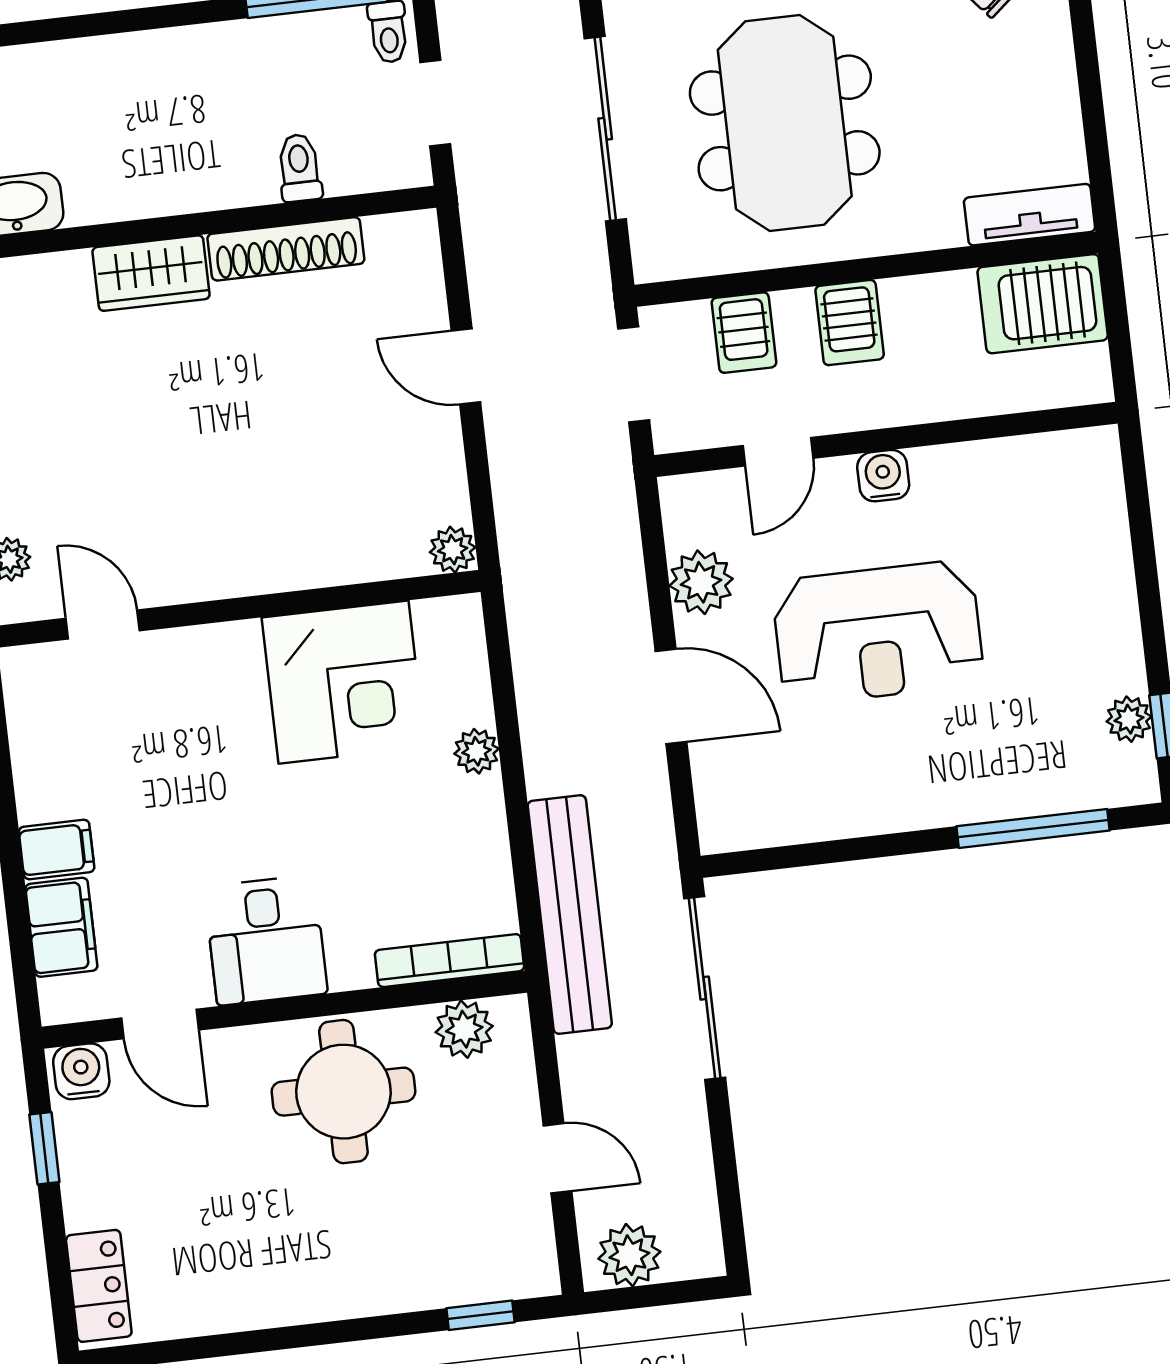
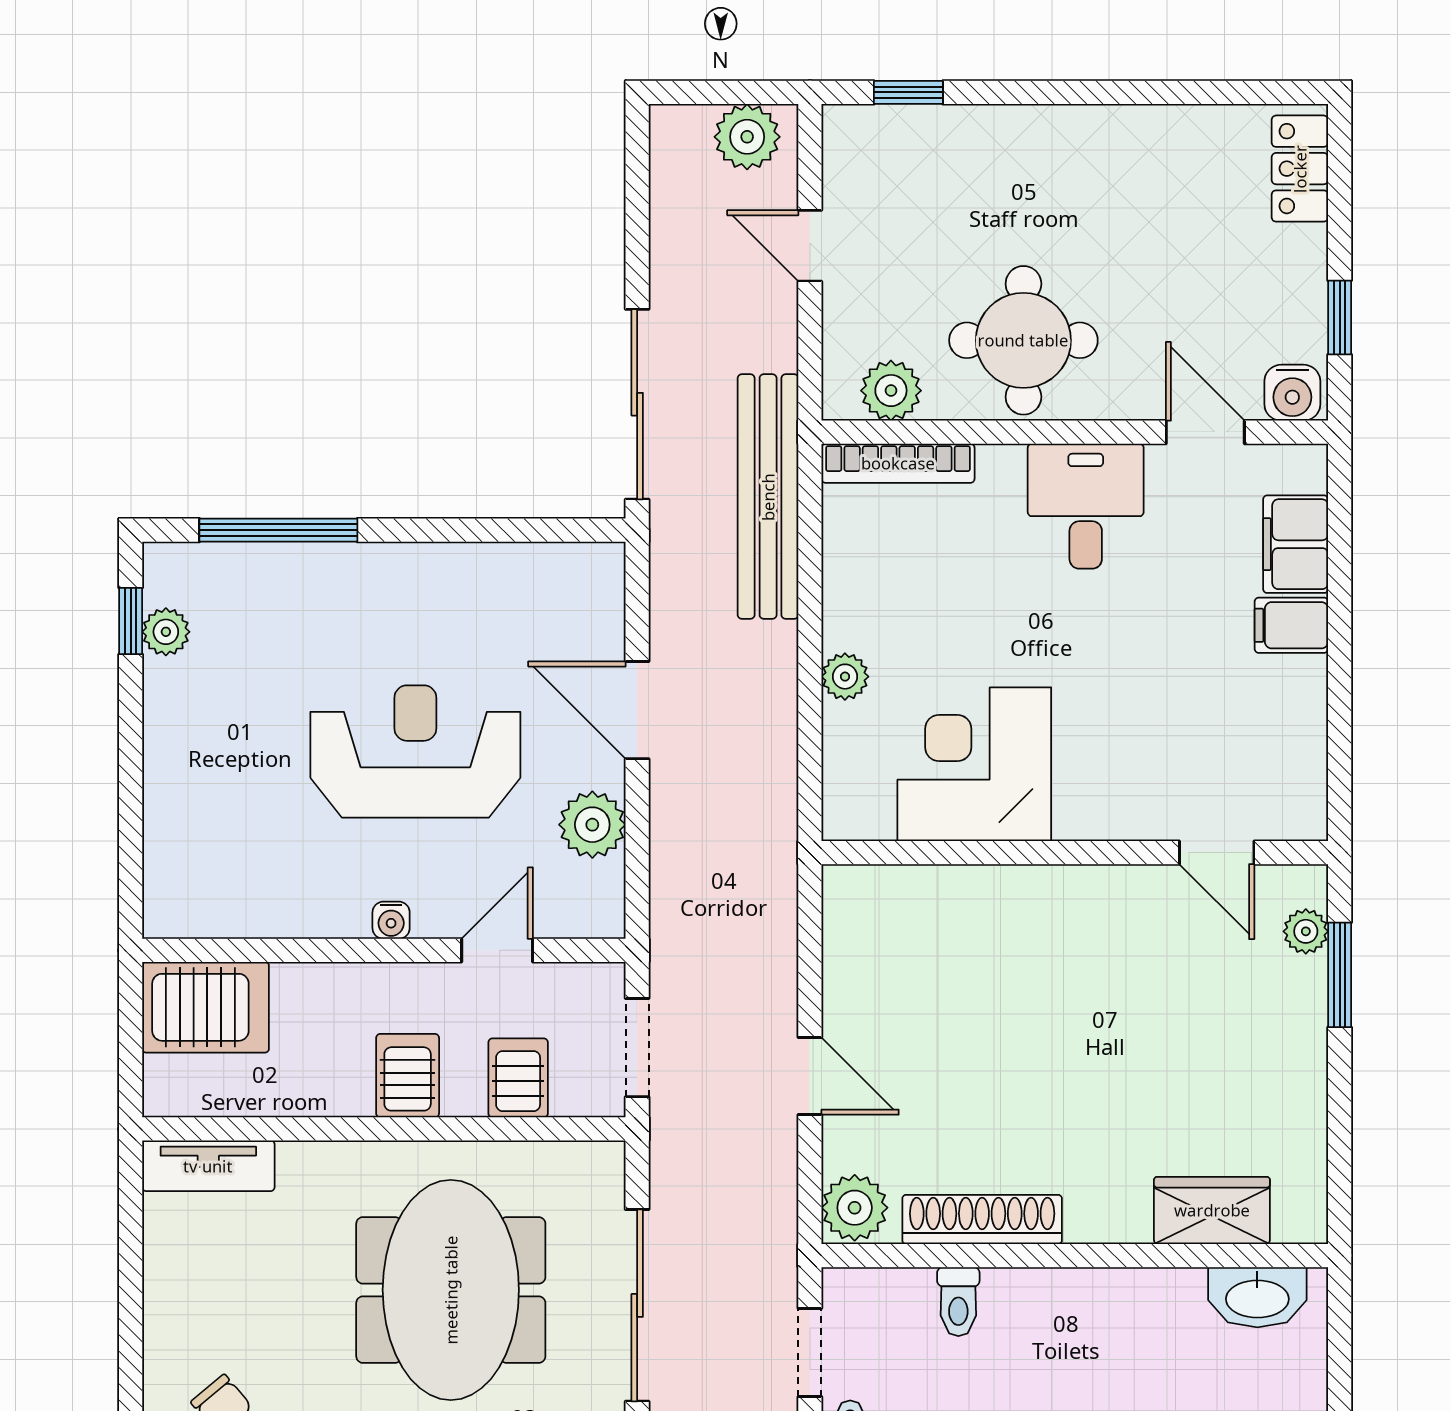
wardrobe: (151, 273) -> (1212, 1210), moved
server rack: (1043, 304) -> (206, 1007), moved
water cooler: (883, 476) -> (391, 920), width x0.72, depth x0.72
plant: (453, 550) -> (855, 1208), moved, width x1.38, depth x1.38

